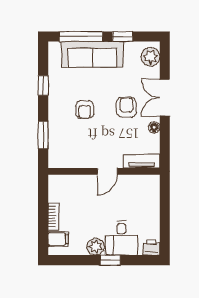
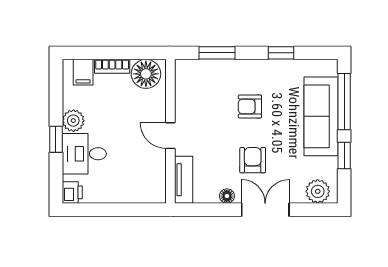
armchair: (126, 107) -> (253, 160), turned -90
floor lamp: (59, 190) -> (146, 74), added

